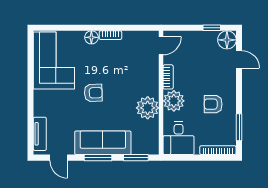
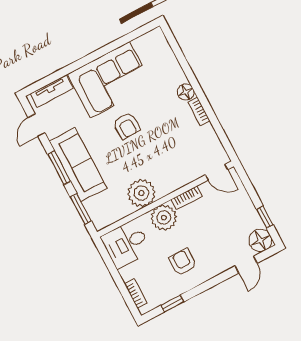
corner sofa: (54, 60) -> (110, 80), moved
window: (239, 127) -> (172, 303), width x0.67
bookcase: (218, 150) -> (136, 293), width x0.64

